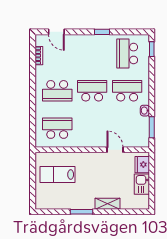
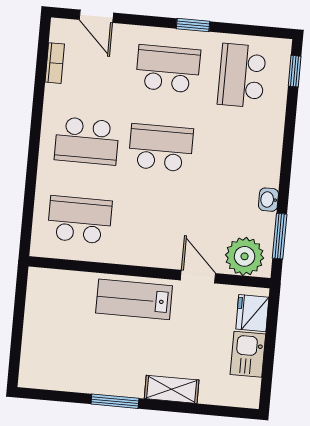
school desk: (127, 91) -> (168, 69), moved
plant: (136, 138) -> (245, 256), added
lab bench: (57, 175) -> (134, 299), moved

